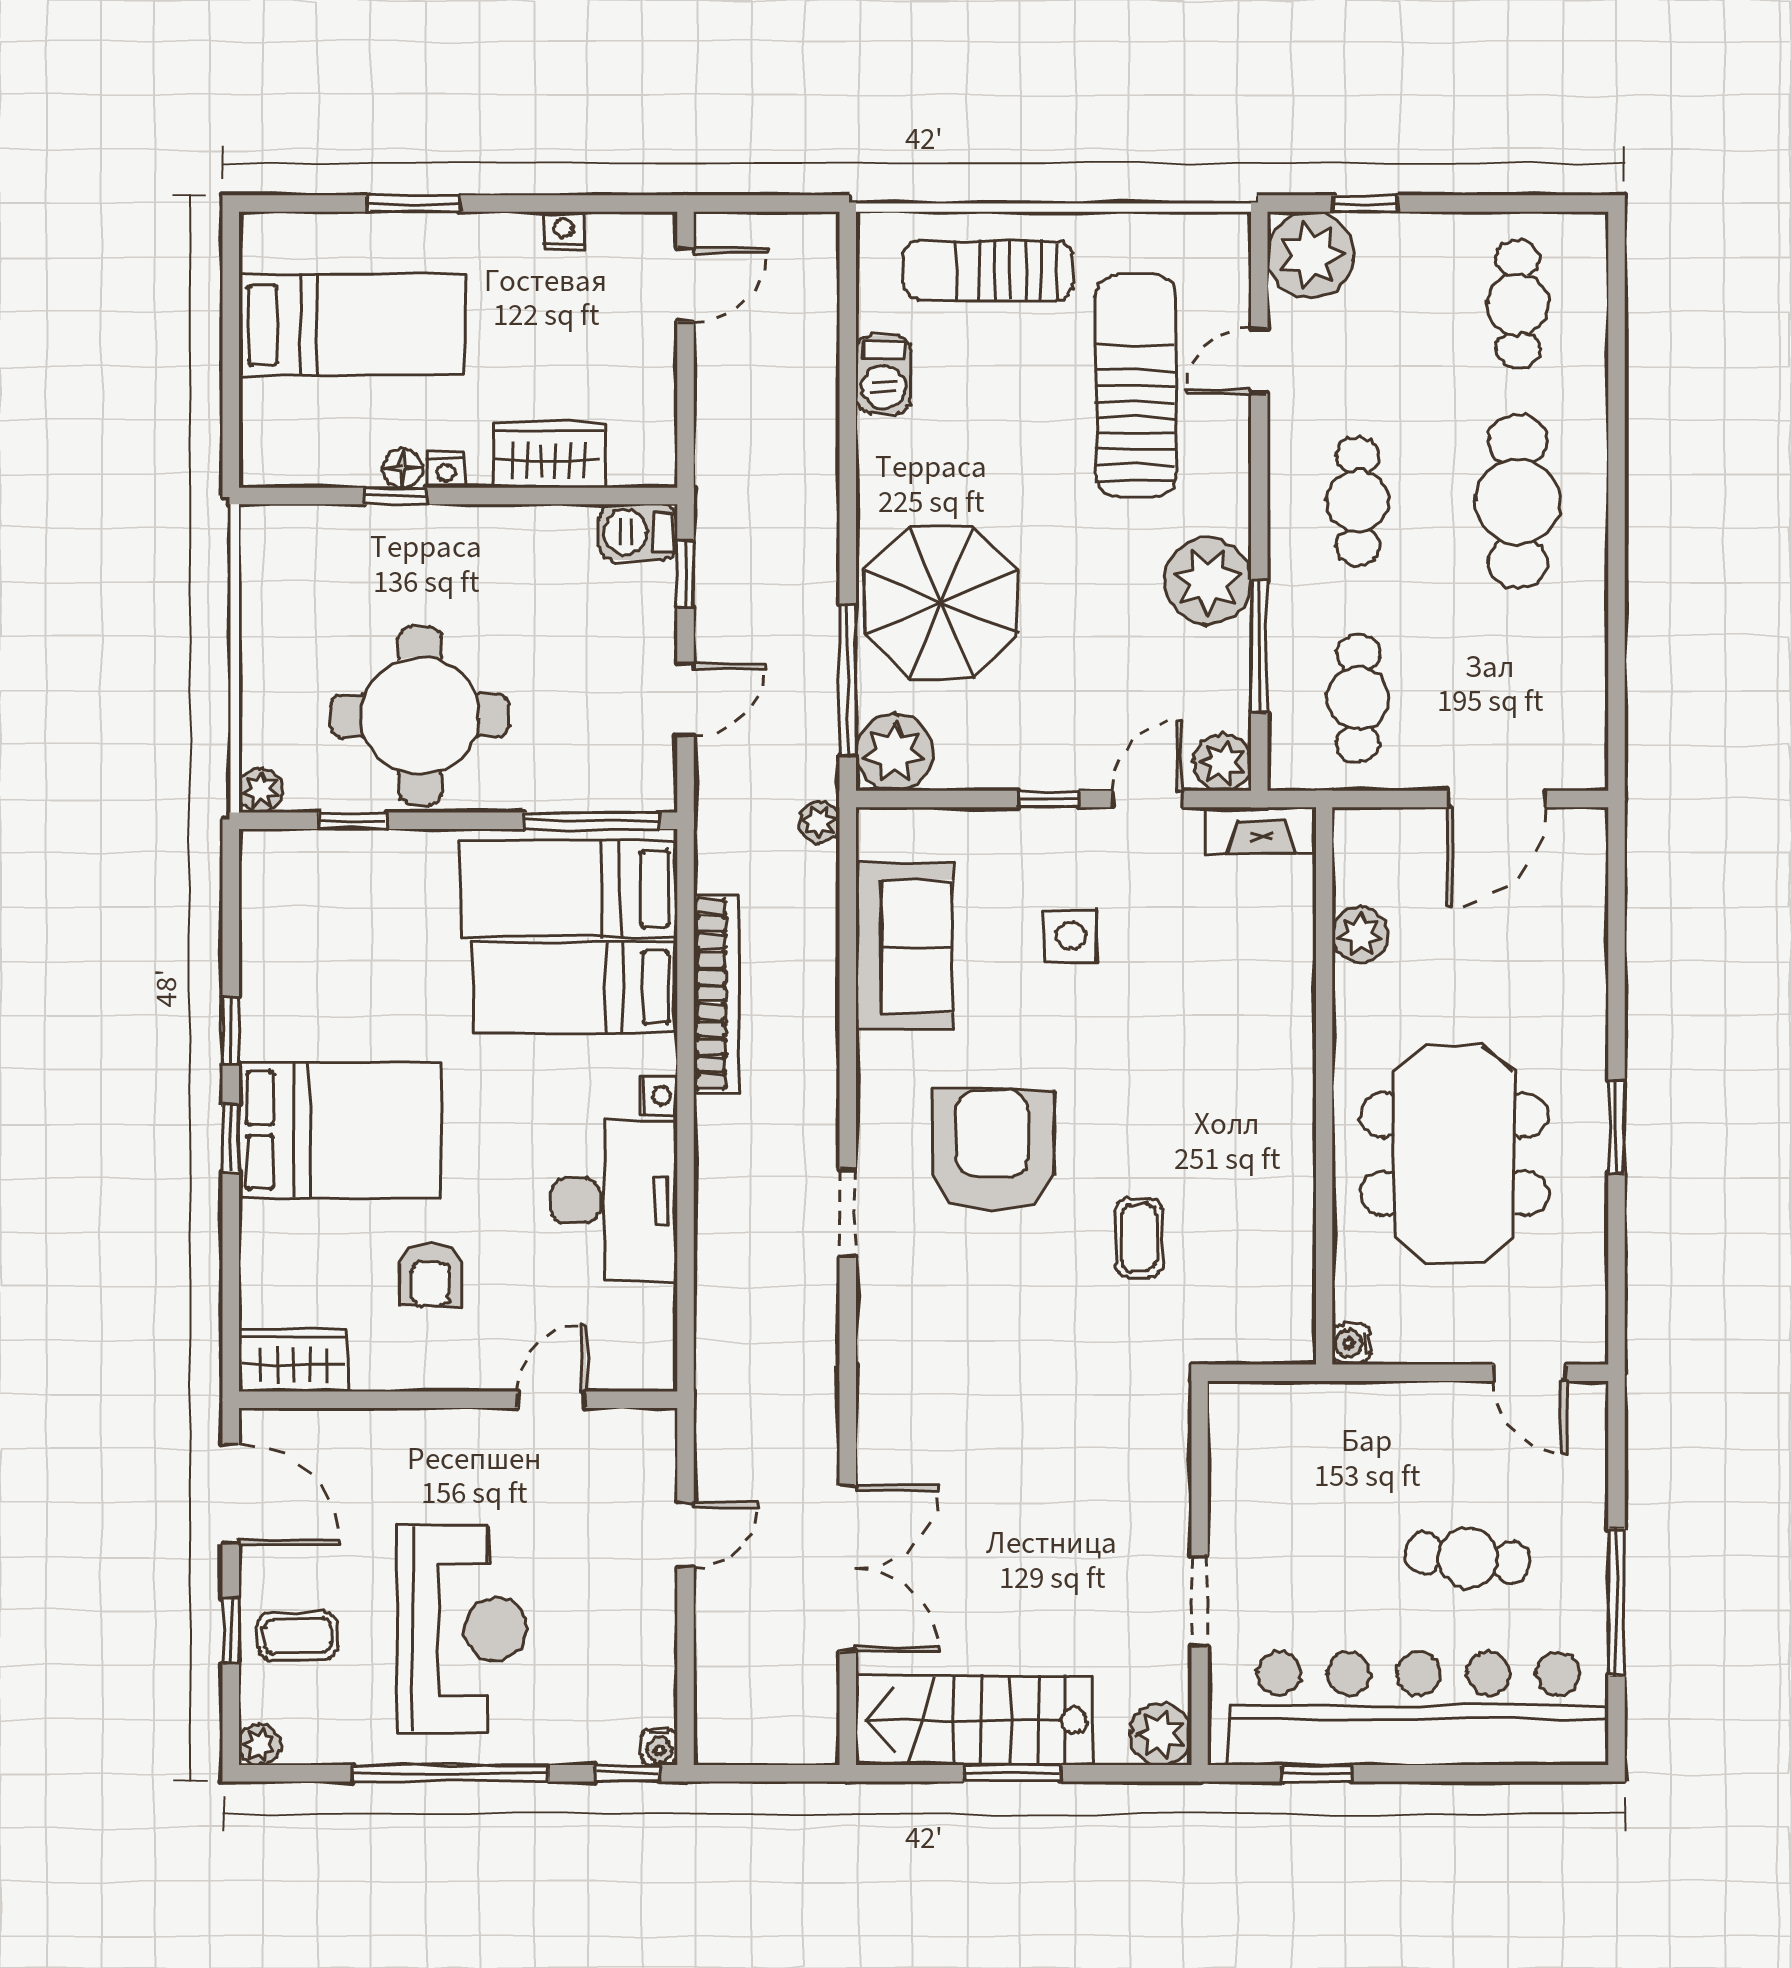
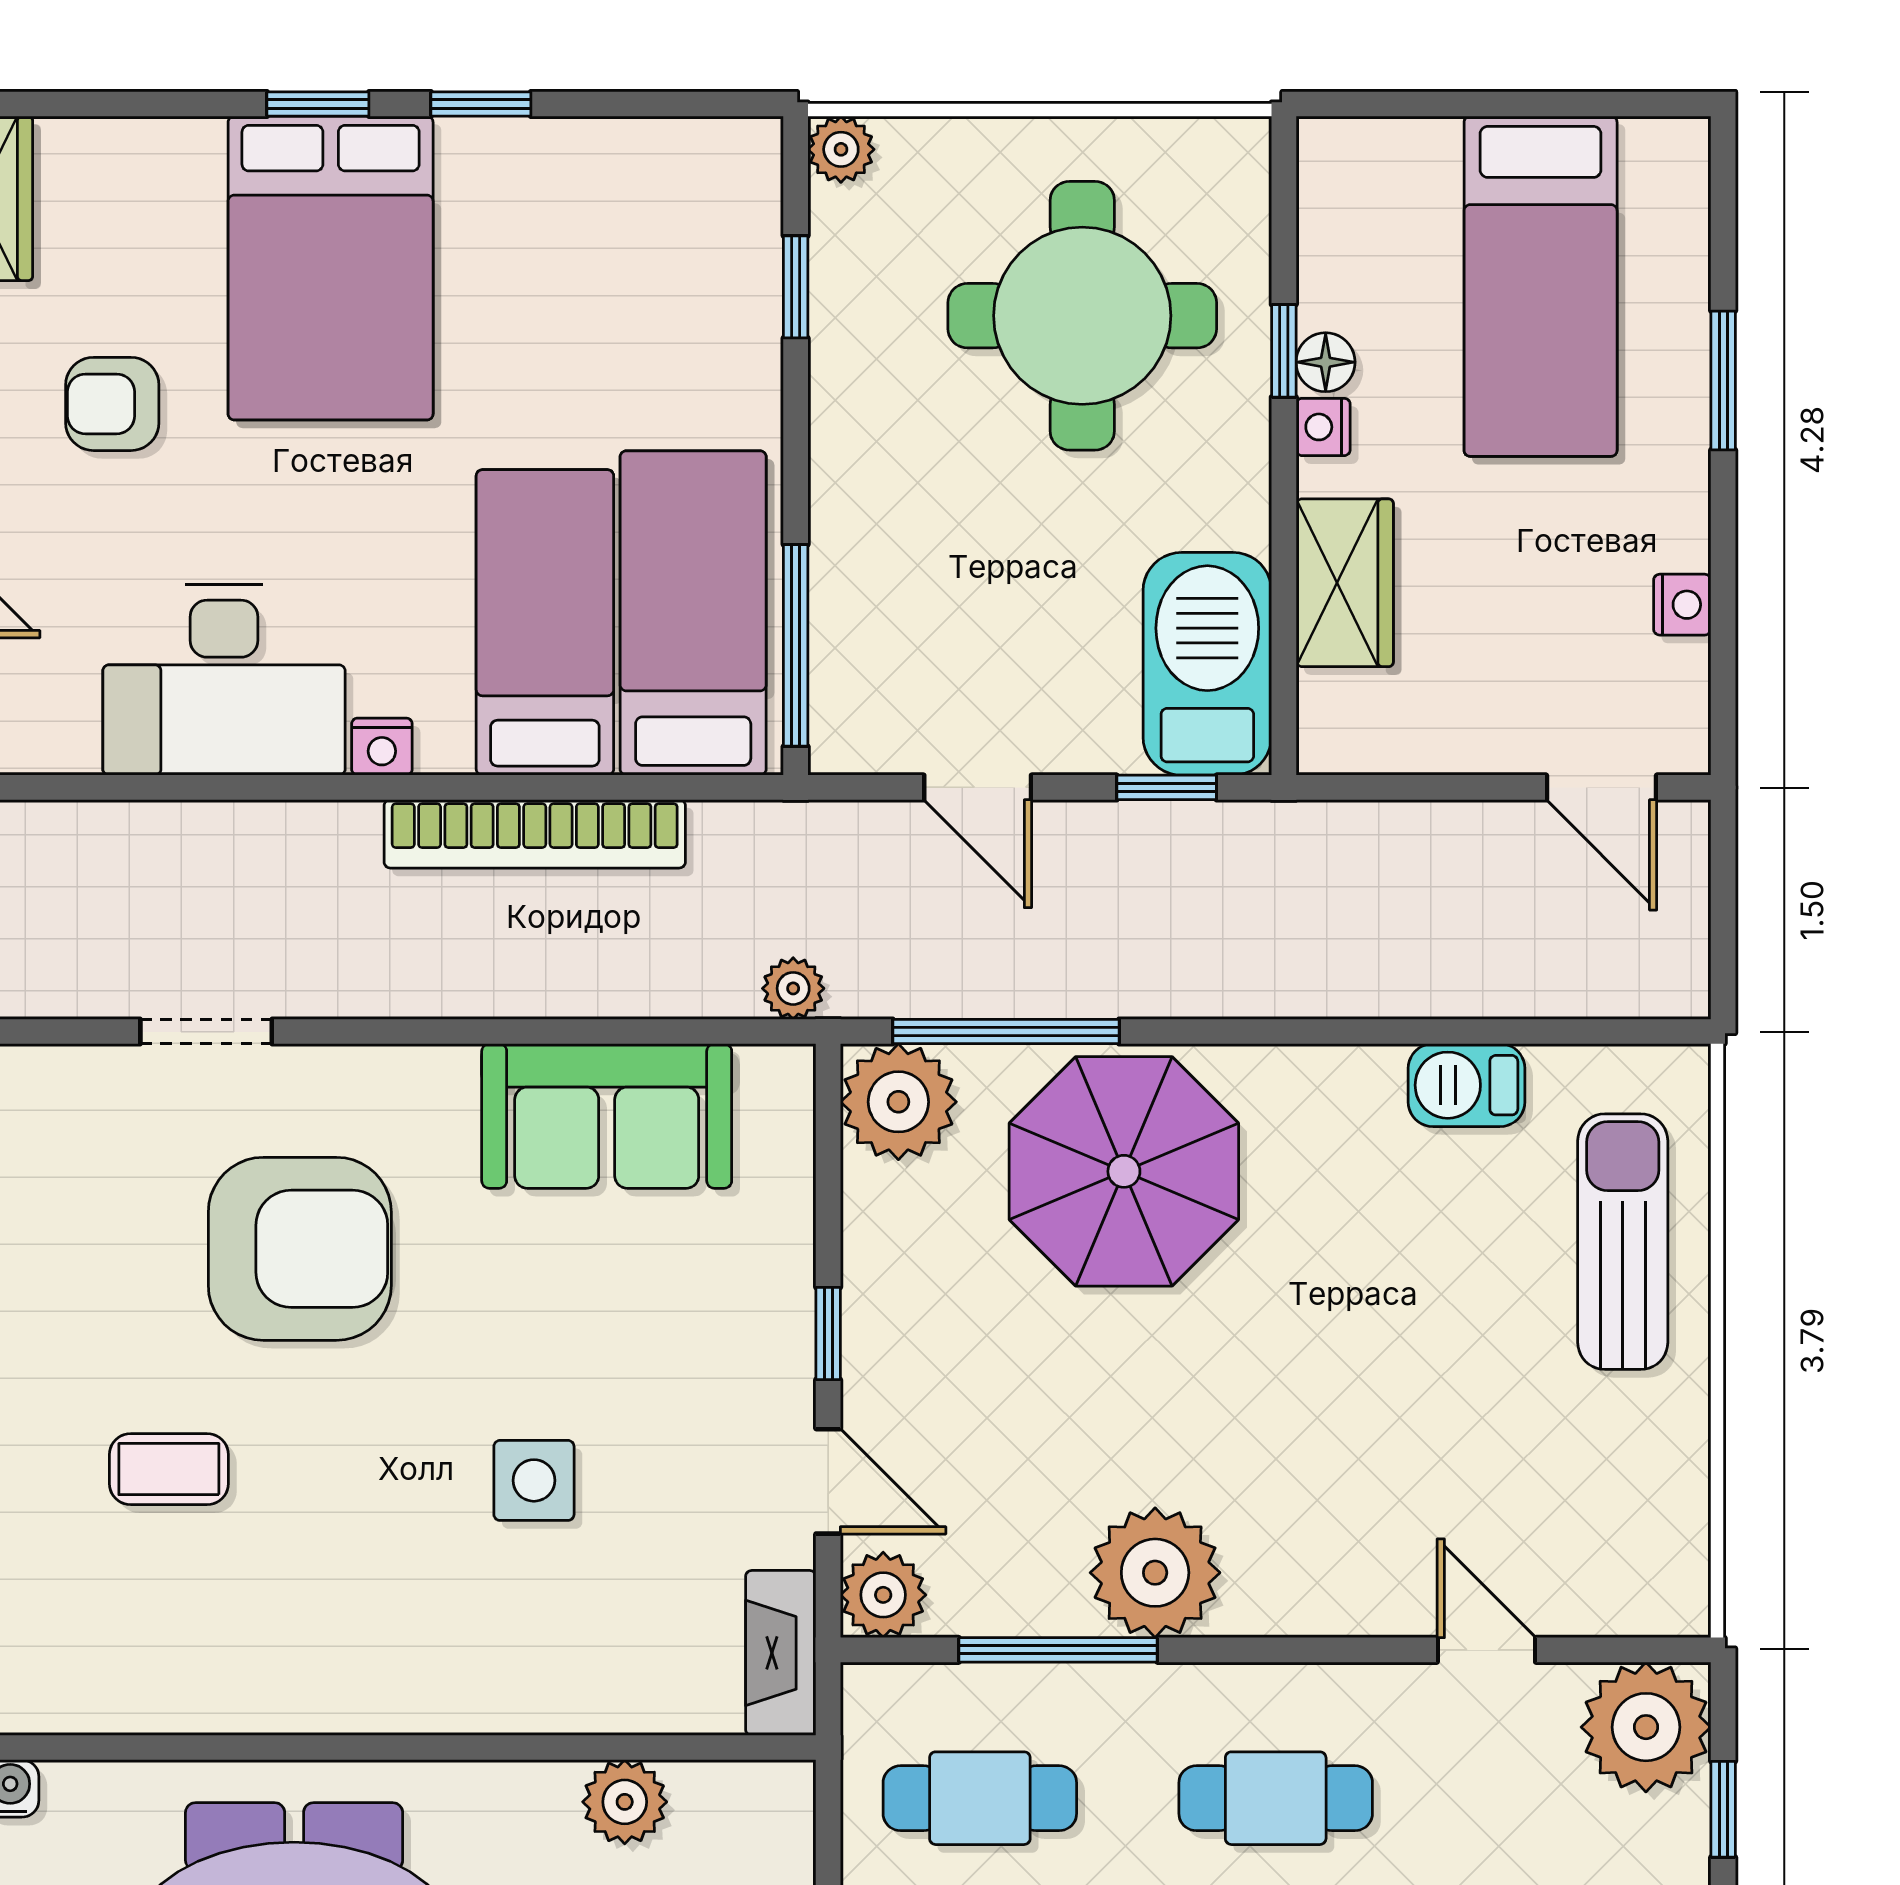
sun lounger: (1136, 386) -> (1450, 1464), removed
barbecue: (638, 532) -> (1207, 664), width x1.88, depth x1.53
round table: (420, 716) -> (1082, 316), moved
side table: (1071, 936) -> (534, 1480), moved

